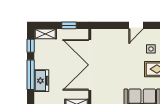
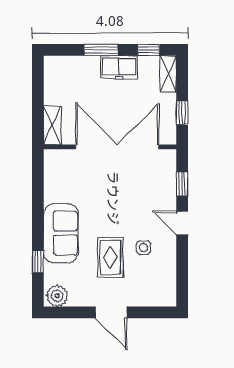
window: (112, 25) -> (182, 184), added
window: (31, 75) -> (101, 50), width x0.69
freezer: (41, 81) -> (119, 67), moved

